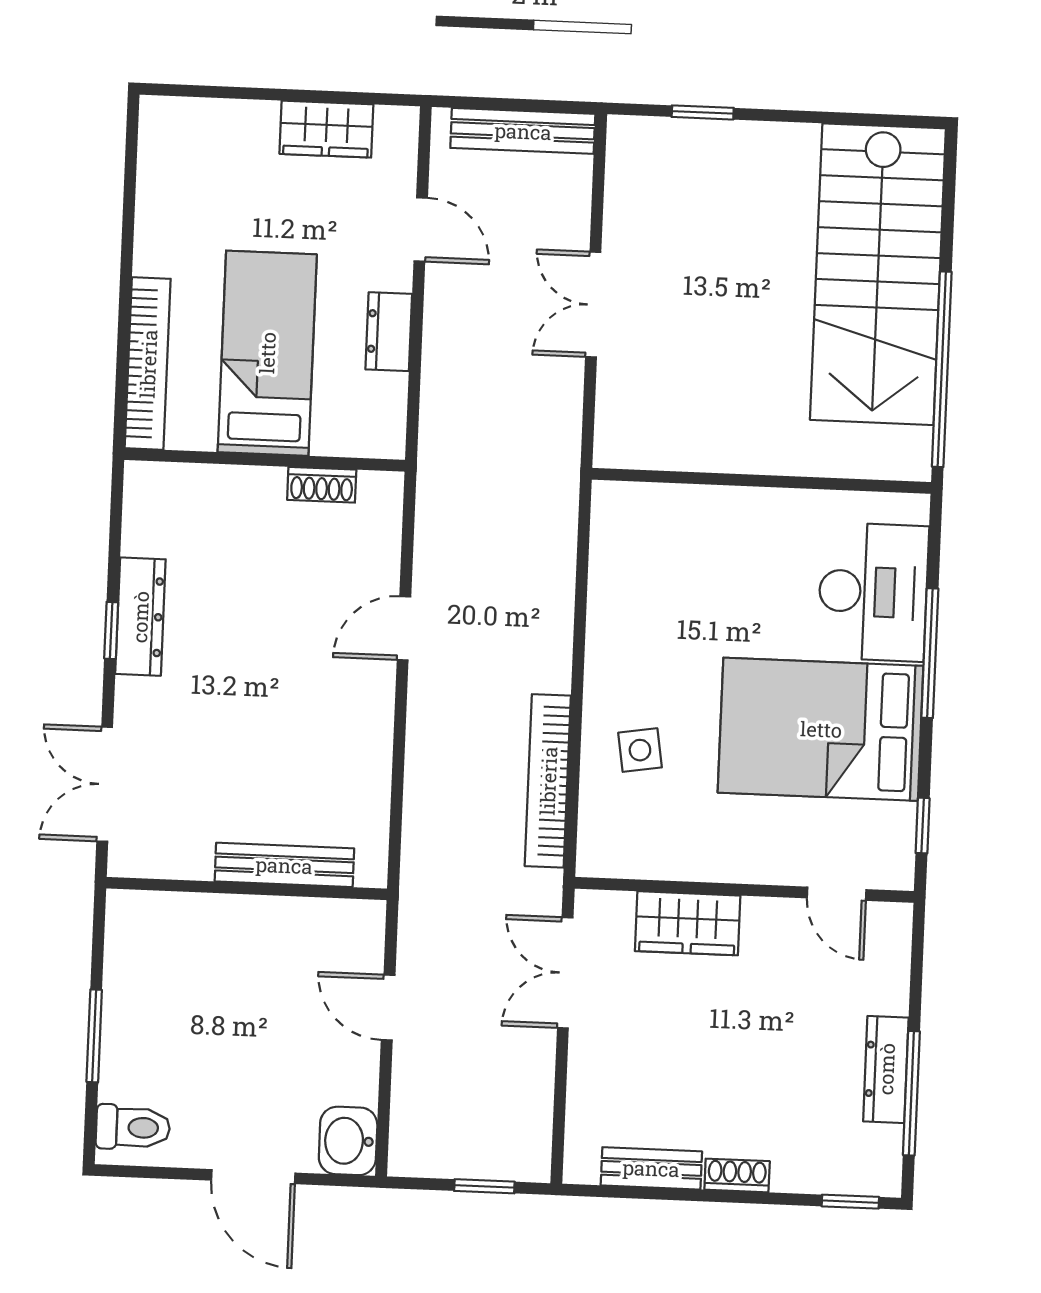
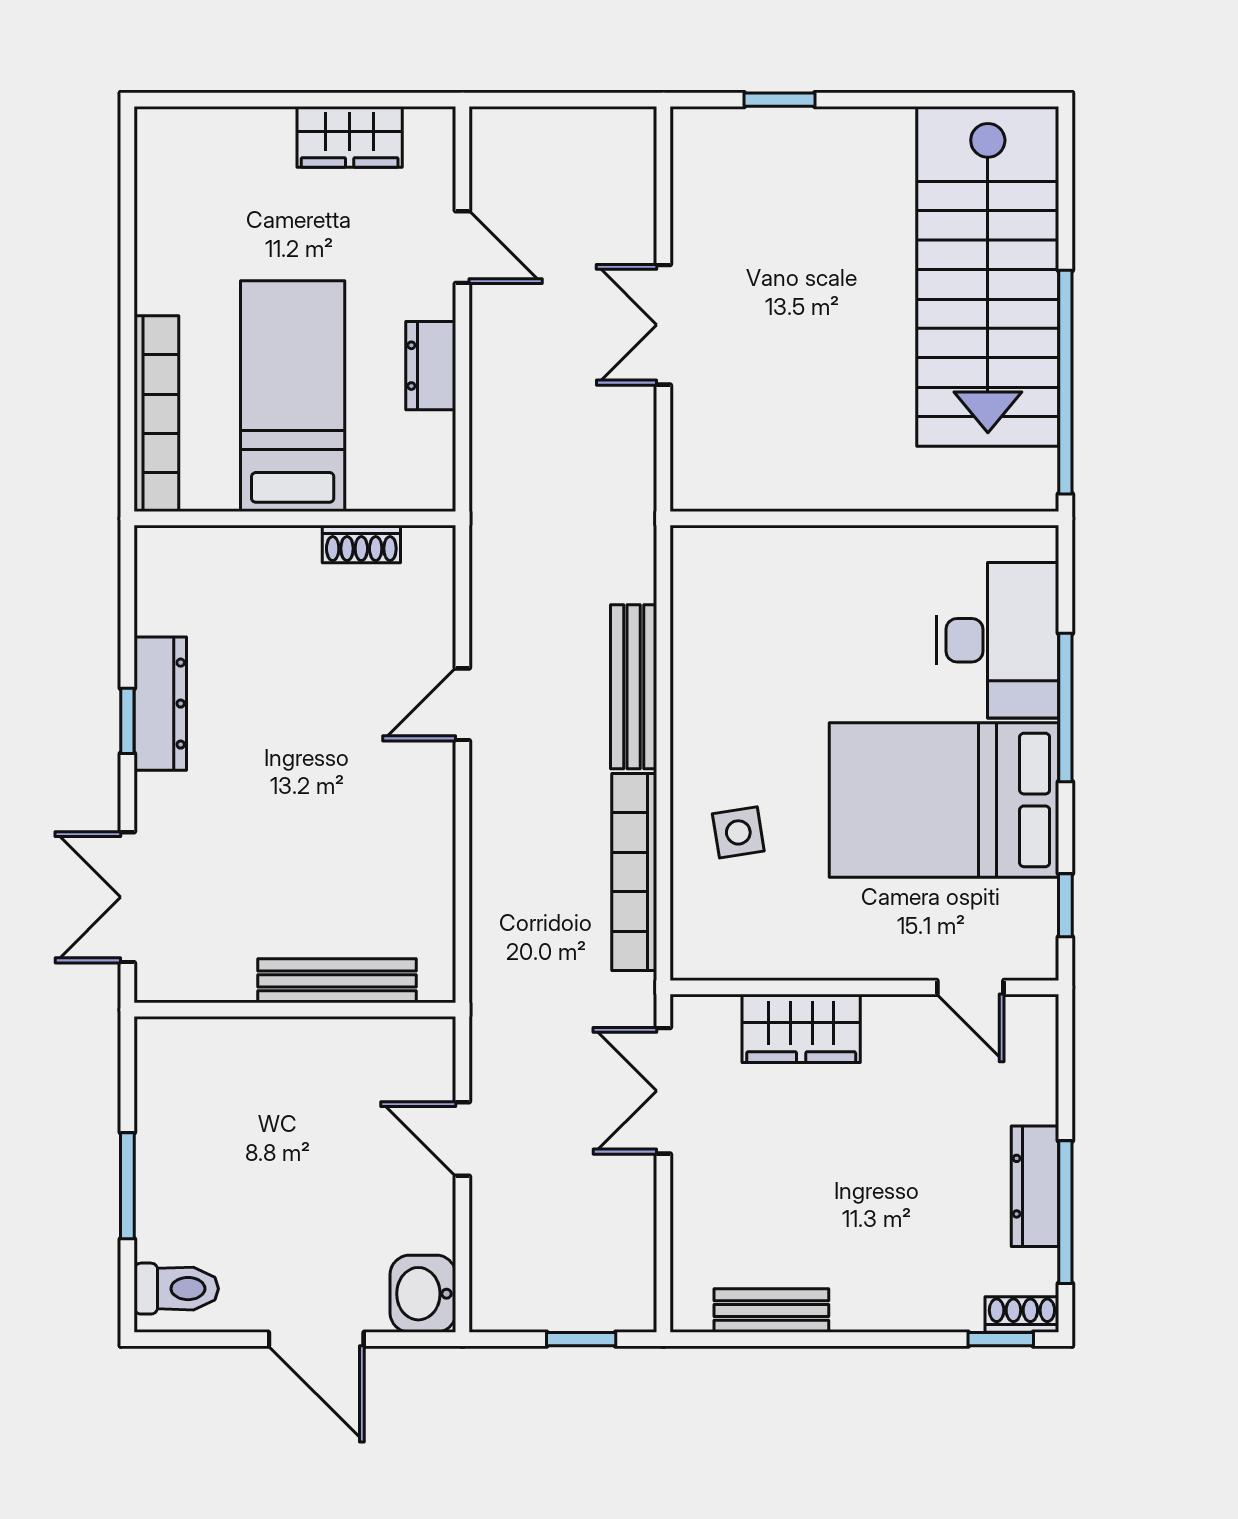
bench: (523, 131) -> (634, 687), moved, turned 90
shoe rack: (737, 1175) -> (1022, 1315), moved

